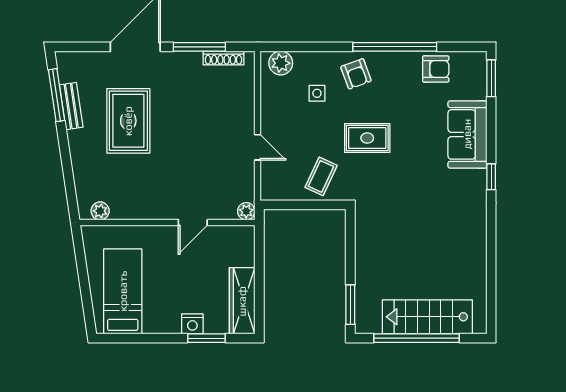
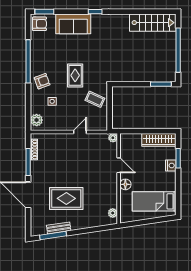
armchair: (436, 69) -> (39, 24), moved, turned 90
floor lamp: (156, 236) -> (125, 184), added
stairs: (427, 317) -> (153, 23), moved, turned -90

